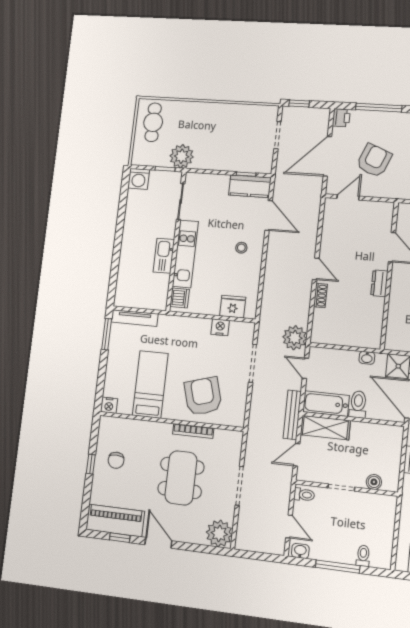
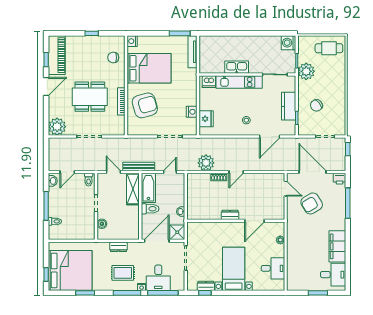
chair: (231, 145) -> (316, 105), added
armchair: (374, 160) -> (312, 203), turned 127
kitchen counter: (250, 186) -> (289, 106), moved
plant: (295, 338) -> (206, 163), moved
bed: (150, 384) -> (149, 68), width x1.50
chair: (116, 460) -> (113, 58), moved

